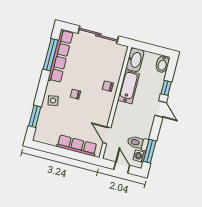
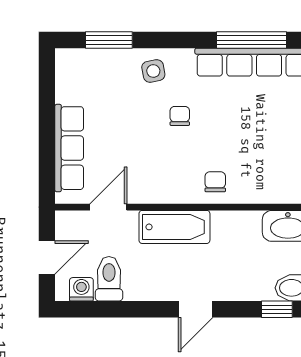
bathtub: (128, 87) -> (174, 227), moved
window: (166, 88) -> (277, 309), moved
window: (150, 151) -> (98, 309), removed

